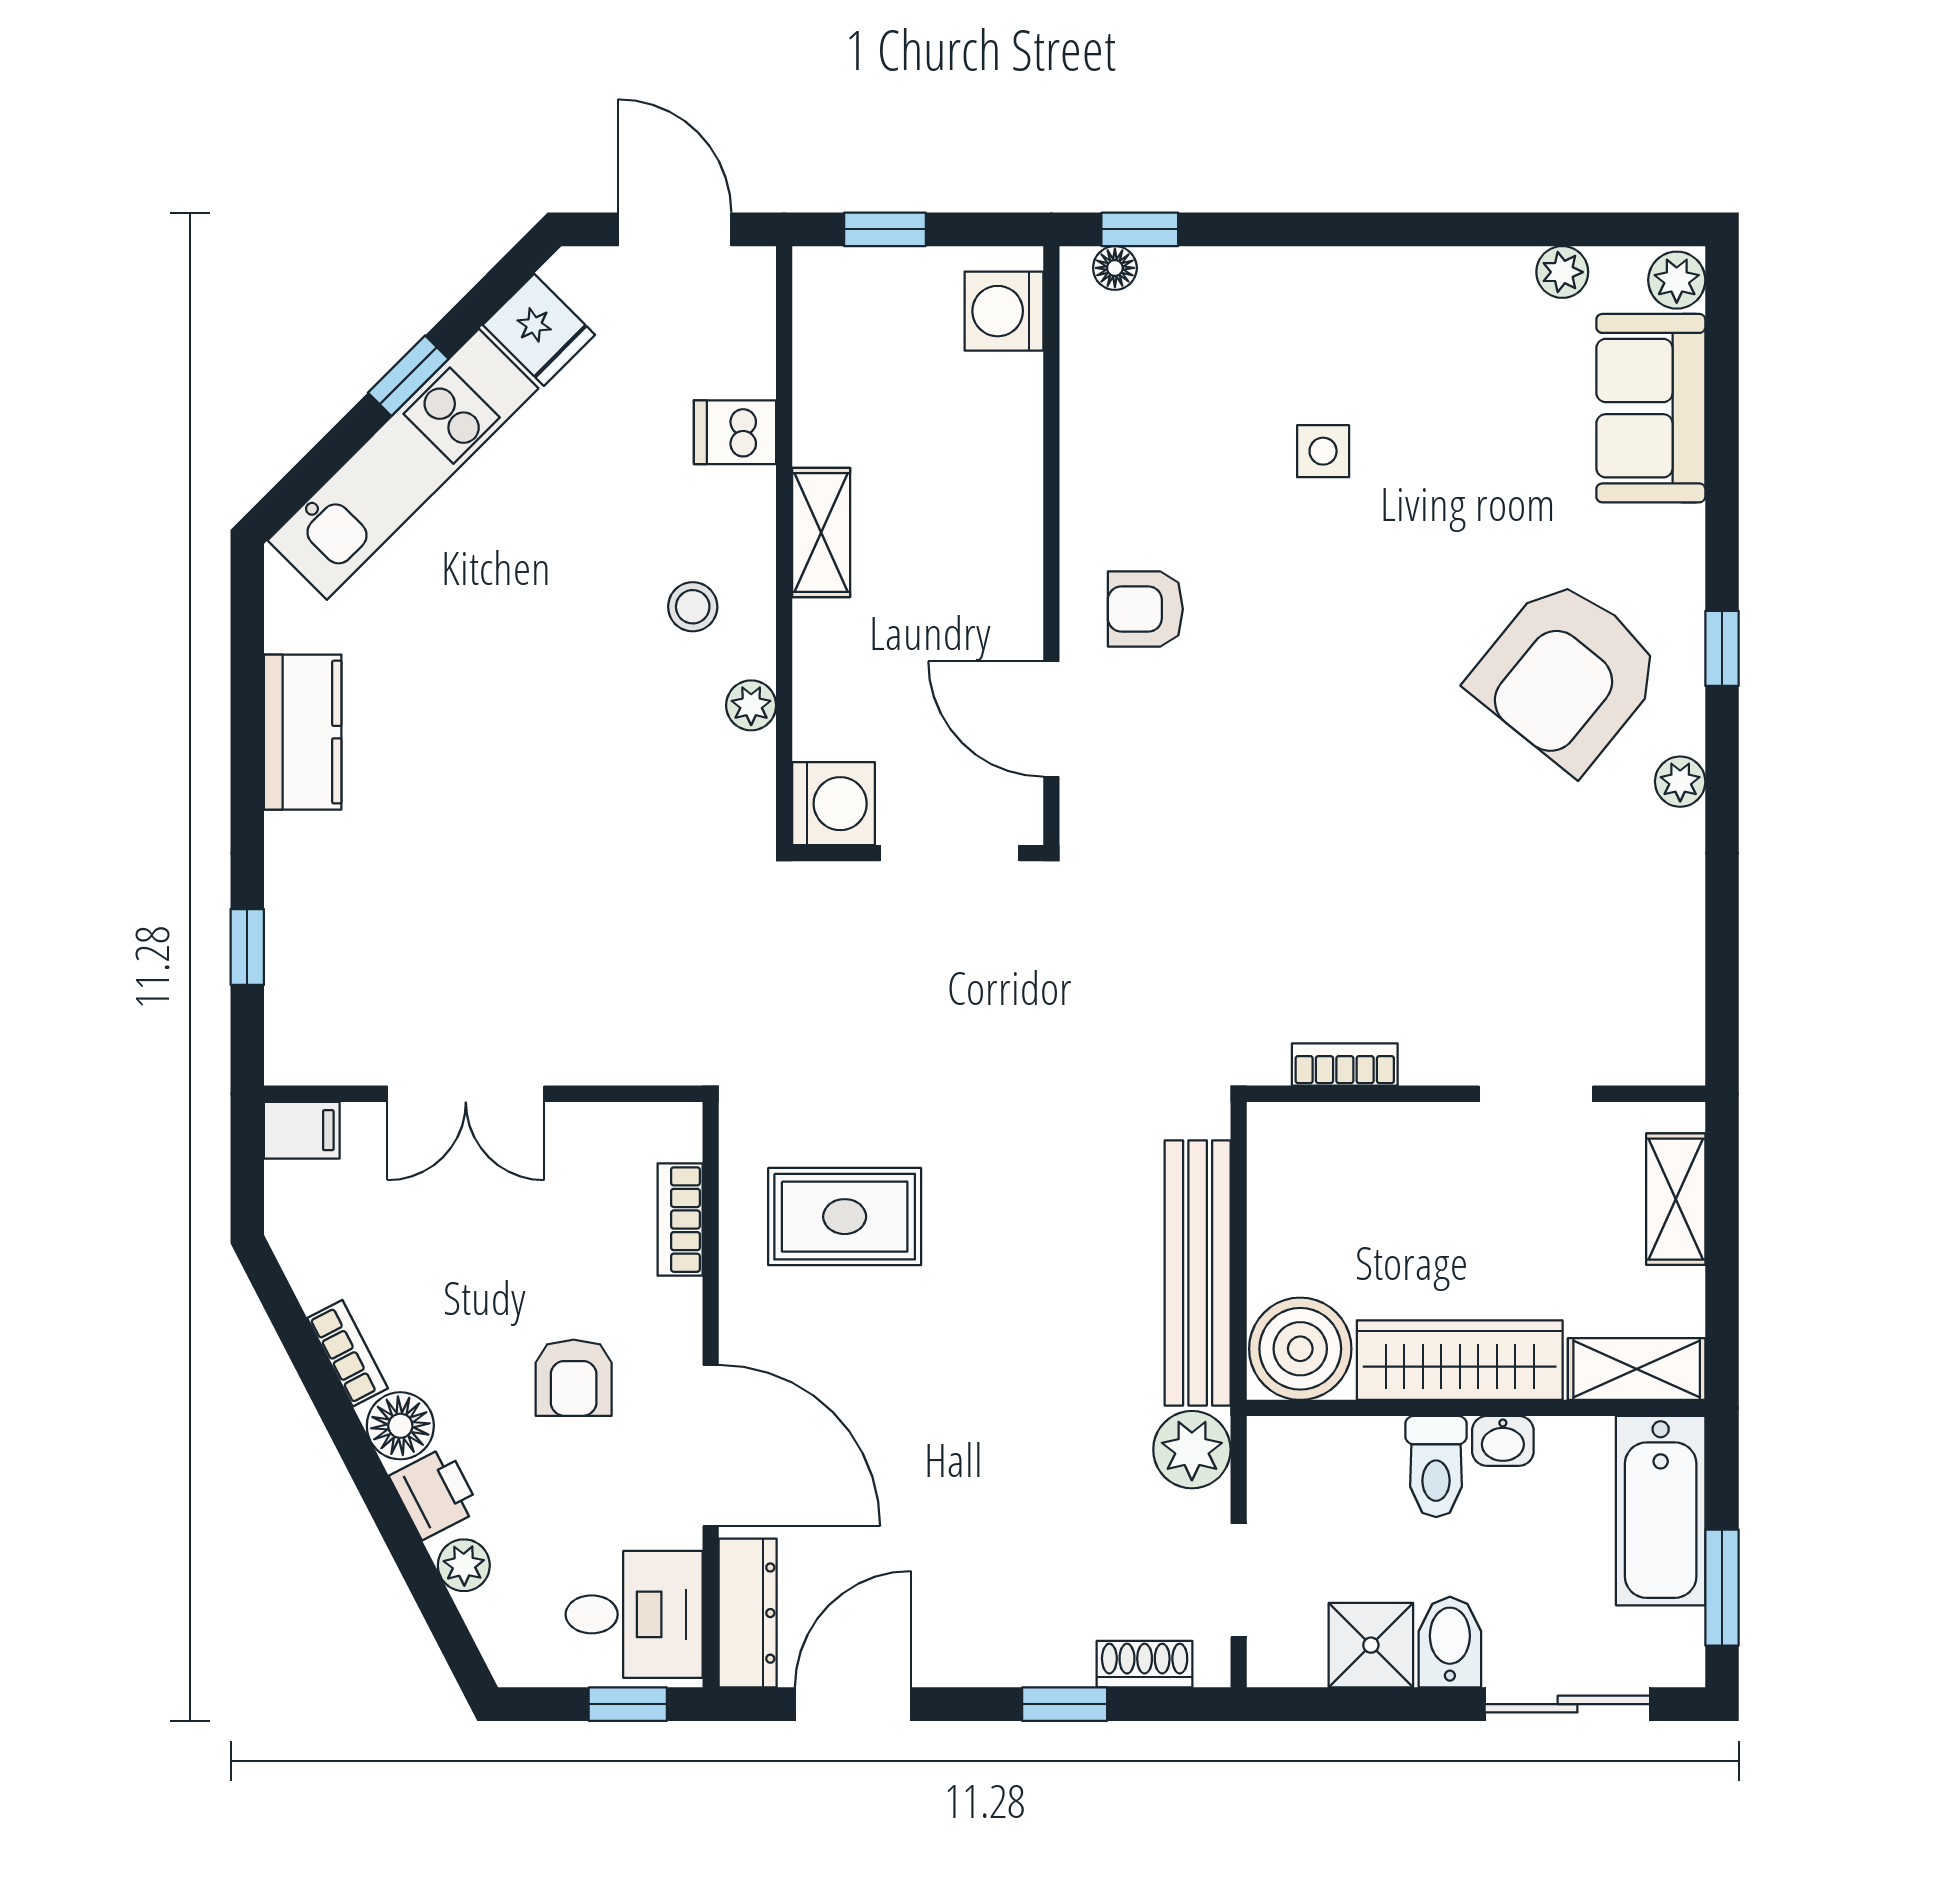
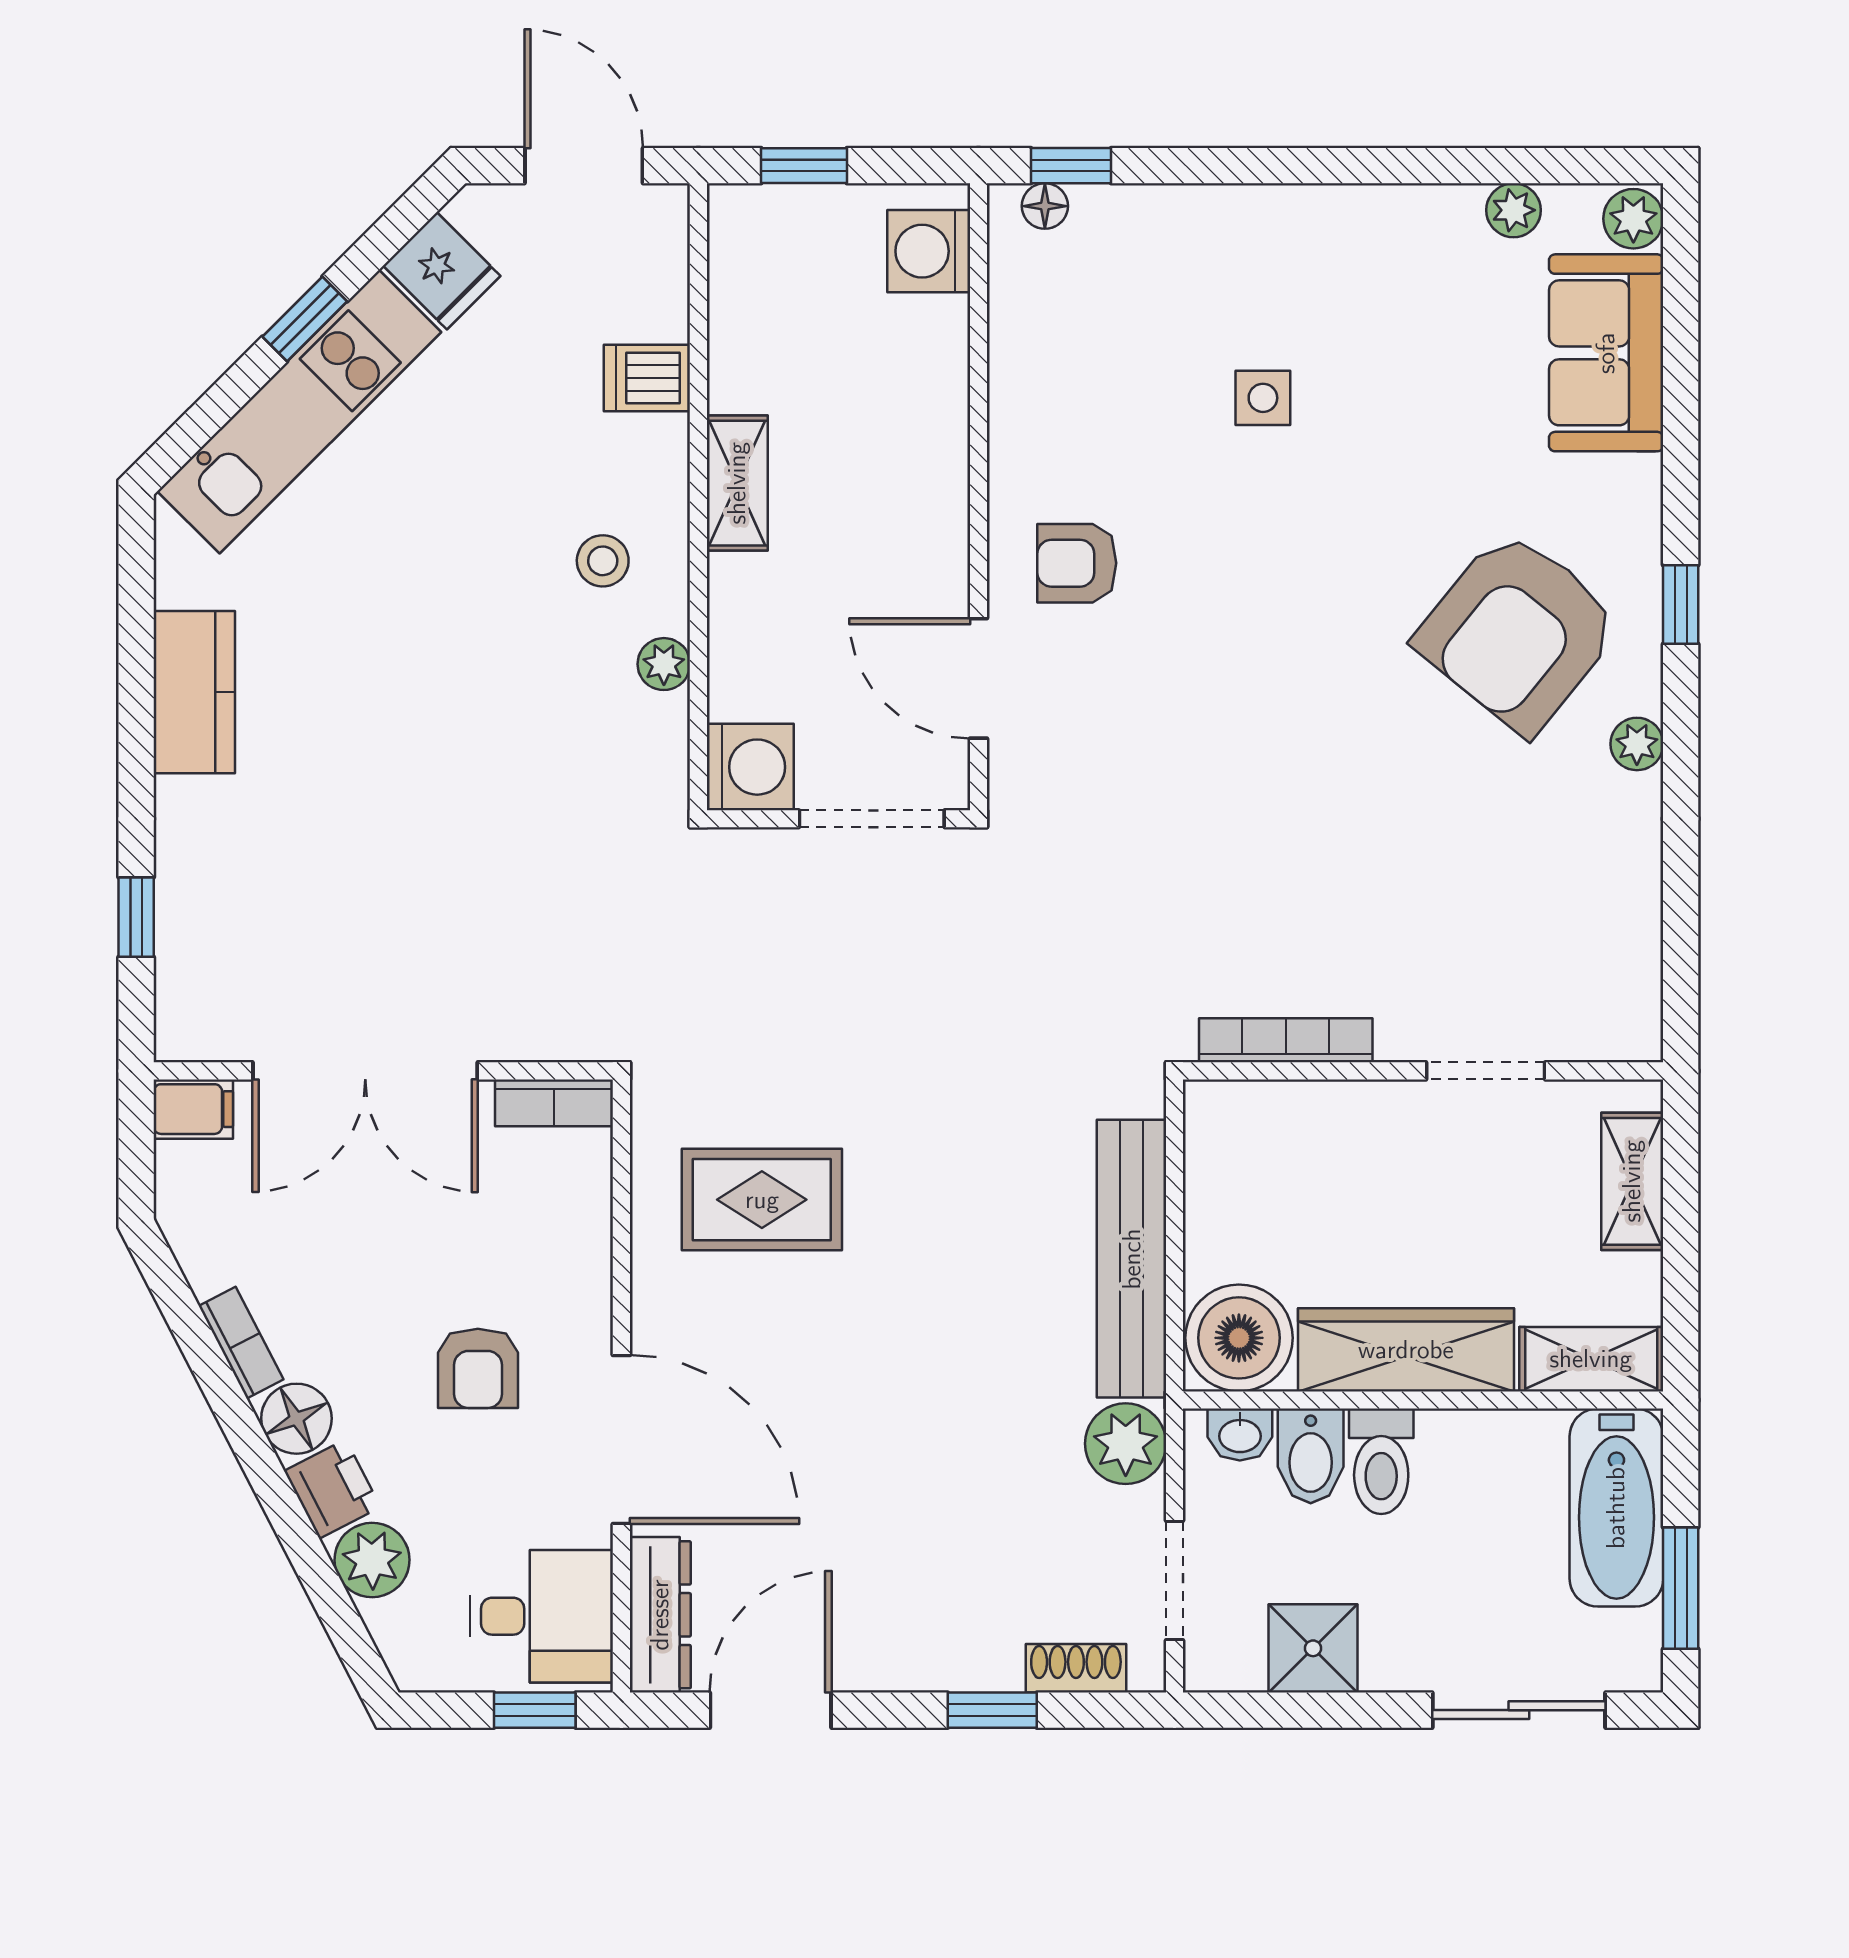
bookcase: (1345, 1065) -> (1286, 1040), width x1.56
double door: (466, 1094) -> (365, 1071), width x1.37
bookcase: (680, 1220) -> (554, 1103), moved, turned -90
washbasin: (1503, 1441) -> (1240, 1434), moved
plant: (464, 1565) -> (372, 1560), width x1.38, depth x1.38
bidet: (1450, 1642) -> (1311, 1456), moved, turned 180

